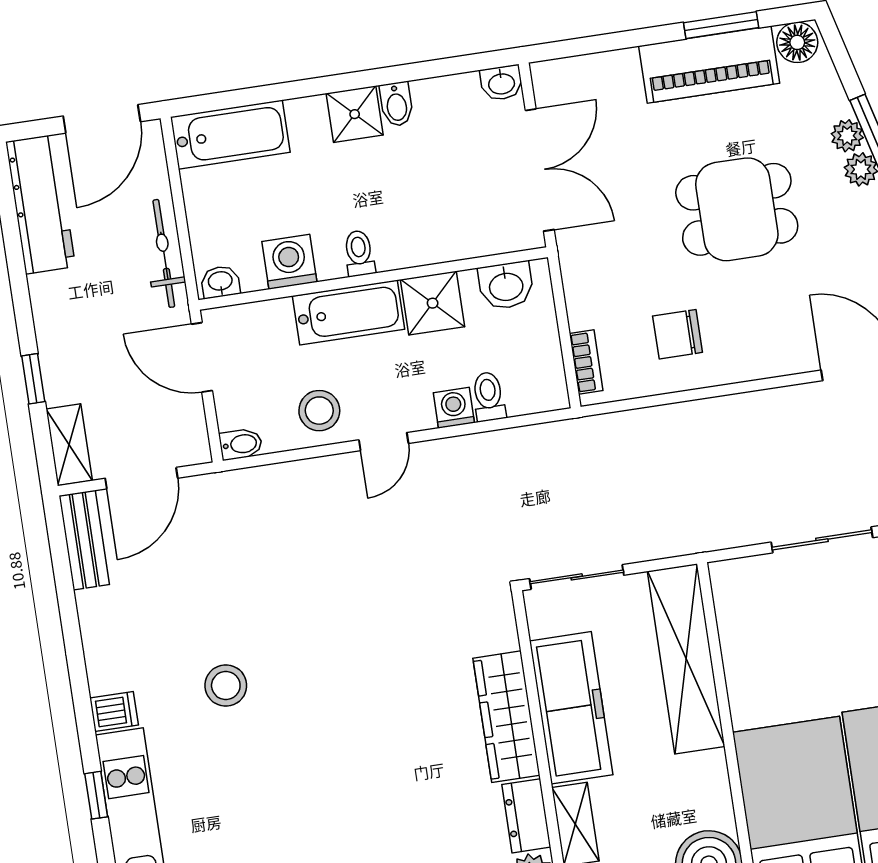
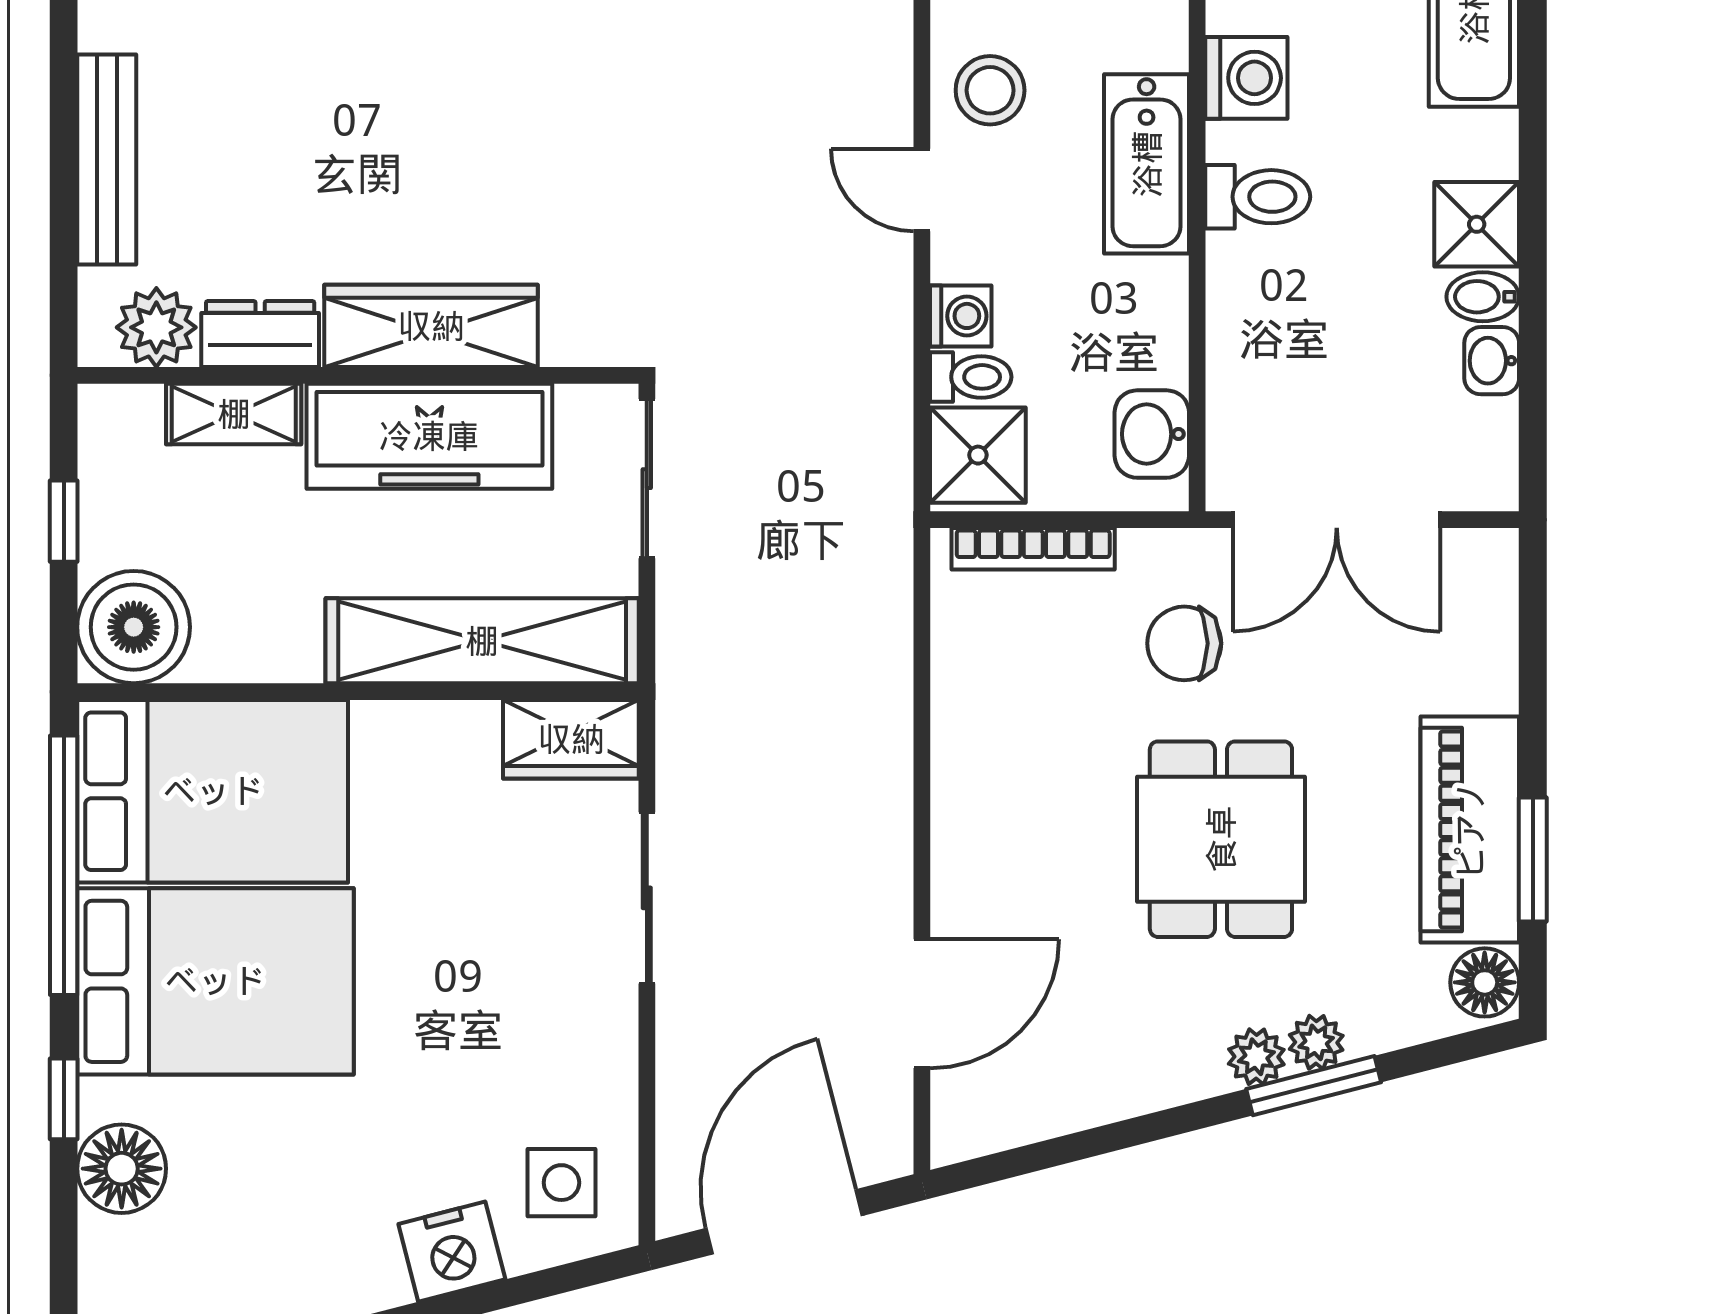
washbasin: (501, 83) -> (1492, 361), moved
toilet: (359, 253) -> (1258, 197), width x1.37, depth x1.39
shower: (433, 303) -> (978, 455), moved
chair: (678, 334) -> (1184, 643), moved, turned -90
bookcase: (586, 362) -> (1033, 549), width x1.56
wardrobe: (736, 598) -> (571, 739), added

